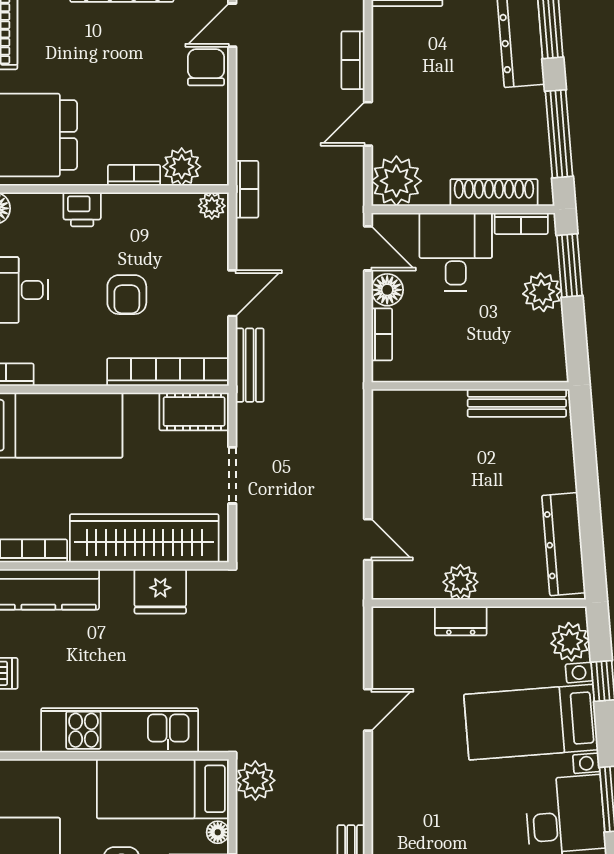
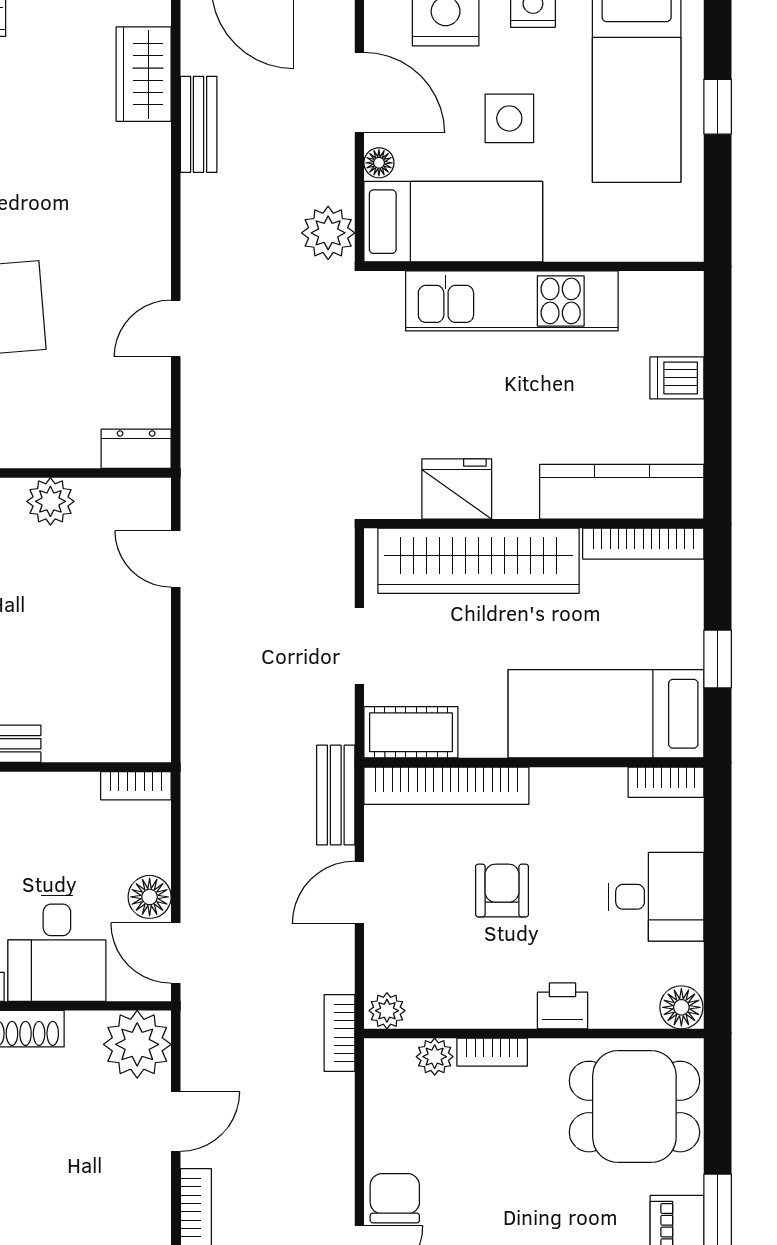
chair: (206, 67) -> (395, 1198), turned 180
plant: (182, 167) -> (435, 1057), width x0.73, depth x0.73
bookcase: (382, 334) -> (136, 786), moved, turned -90
dresser: (461, 621) -> (136, 449), moved

